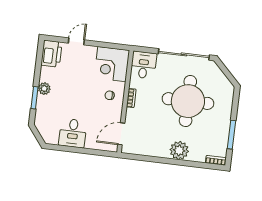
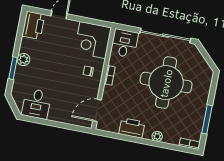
desk: (73, 133) -> (37, 104), moved
printer: (157, 149) -> (132, 128), added
plant: (179, 150) -> (157, 136), width x0.53, depth x0.53

